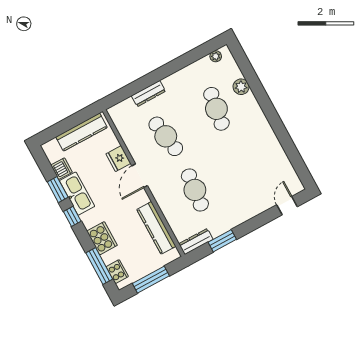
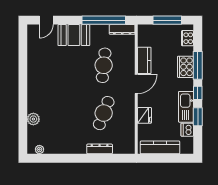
cafe table: (216, 109) -> (59, 113), removed
cafe table: (166, 136) -> (104, 113), turned 30
door: (140, 176) -> (136, 84), moved
booth: (247, 206) -> (74, 35), added
kitchen counter: (156, 228) -> (144, 60), width x0.67
window: (222, 241) -> (104, 20), width x2.11
window: (99, 266) -> (198, 65), moved

